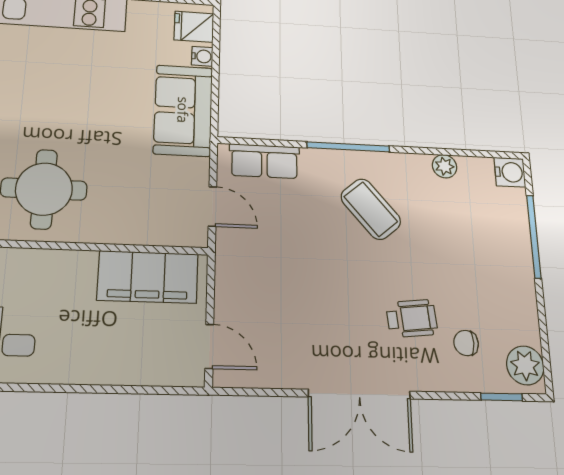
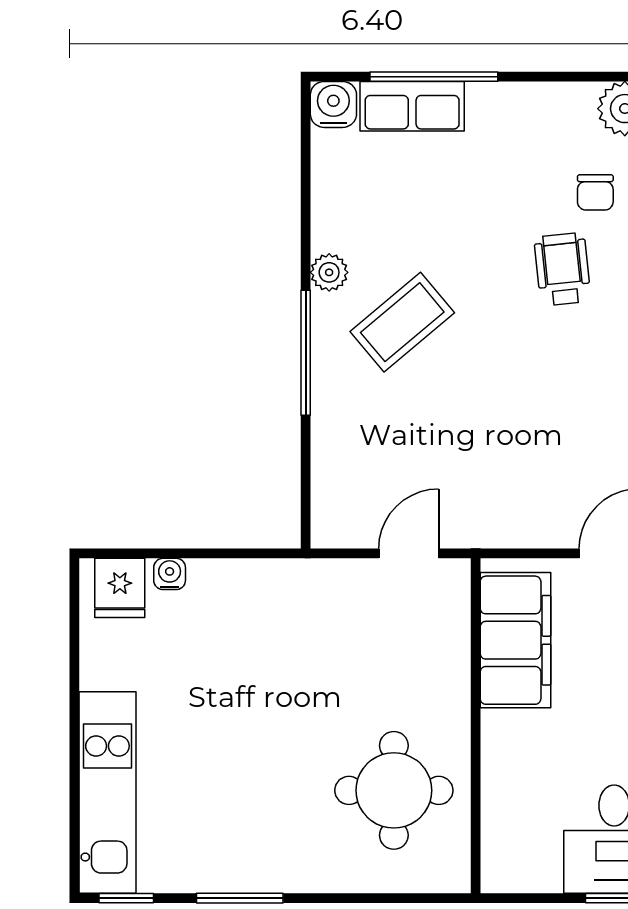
sofa: (183, 110) -> (261, 600), removed
row of seats: (264, 161) -> (412, 106), moved, turned 90
plant: (445, 166) -> (329, 272), moved

